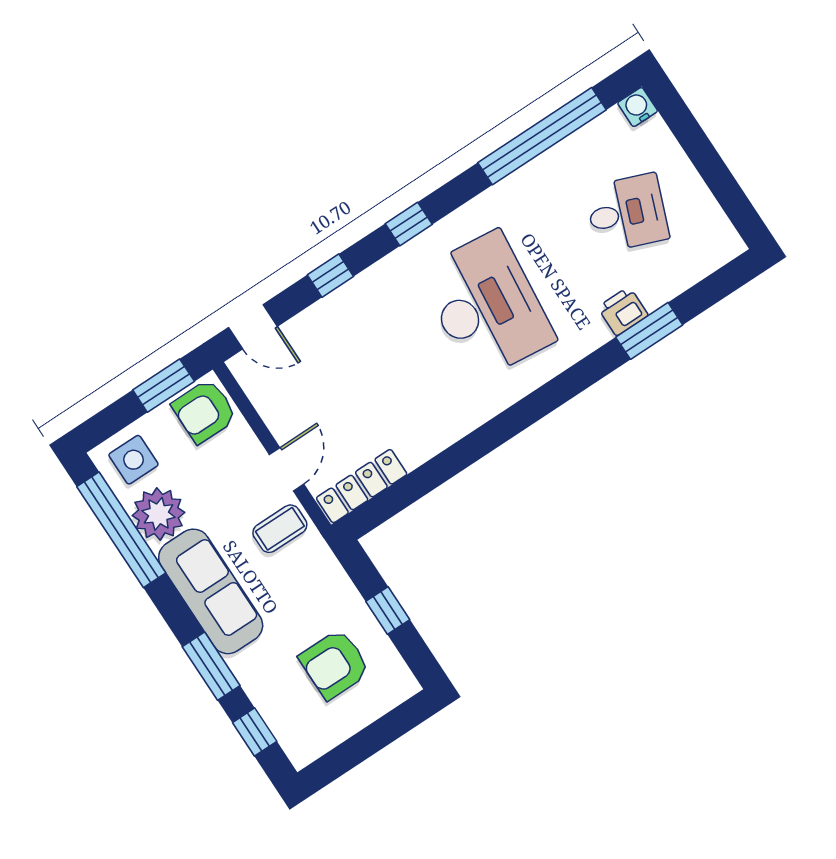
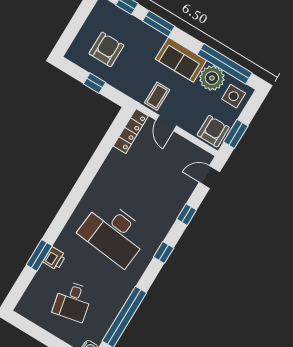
desk: (627, 213) -> (73, 301), turned -33
sofa: (211, 591) -> (181, 60), width x0.73

